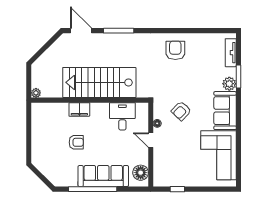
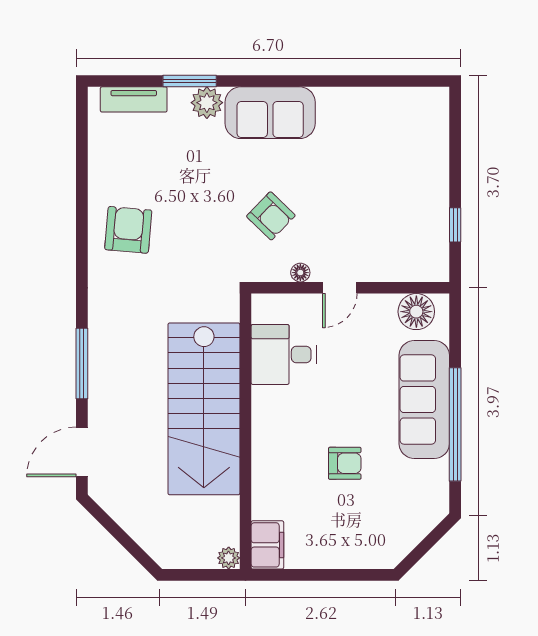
armchair: (175, 50) -> (128, 230), turned 95
filing cabinet: (79, 109) -> (267, 545), moved
armchair: (76, 142) -> (345, 463), turned 90
corner sofa: (219, 155) -> (375, 128), removed

